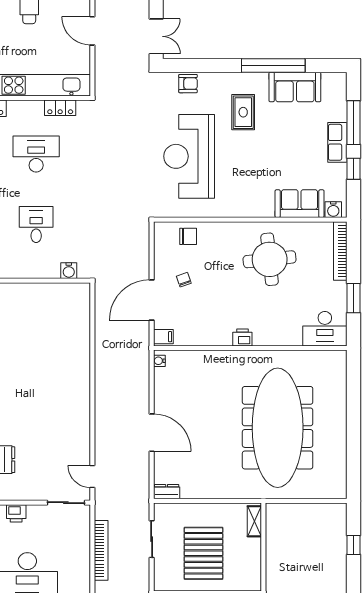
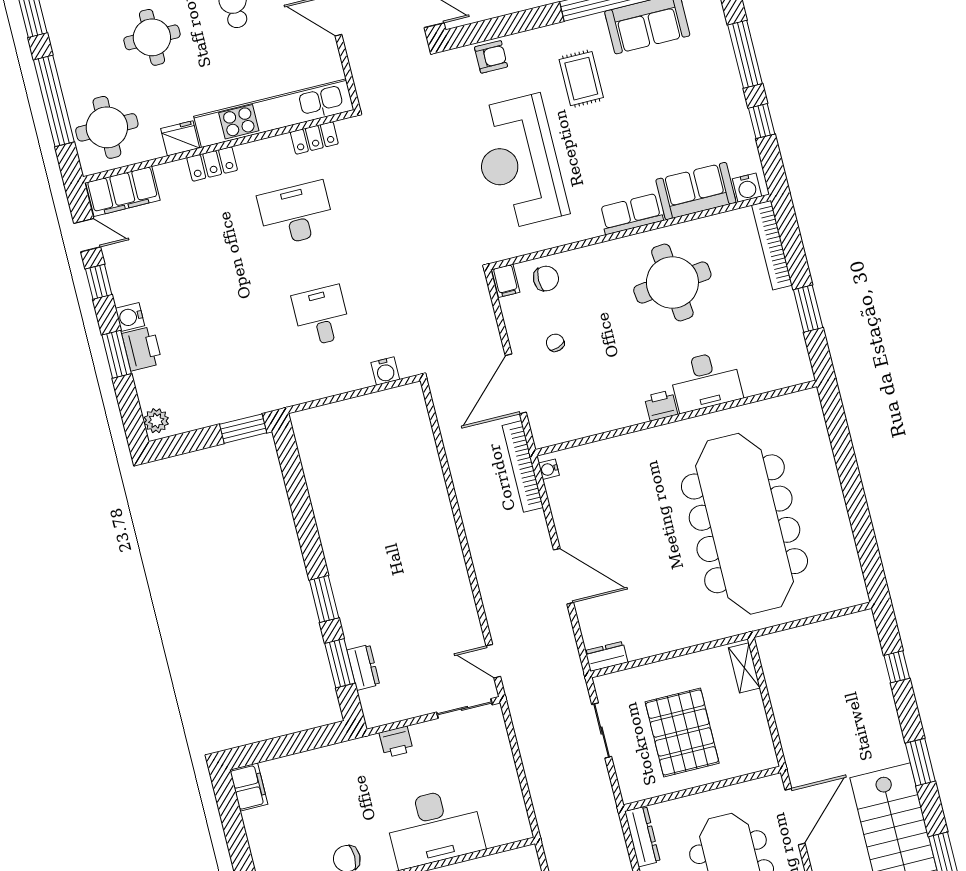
row of seats: (337, 142) -> (631, 214), moved, turned 90
desk: (325, 329) -> (706, 381), moved
filing cabinet: (163, 337) -> (506, 281), moved, turned 90
bookcase: (101, 550) -> (523, 466), moved, turned 180

